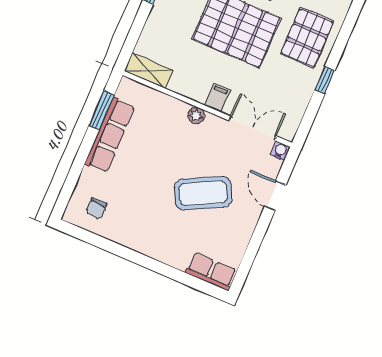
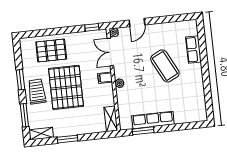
window: (325, 80) -> (92, 27), moved
coffee table: (203, 193) -> (165, 66), moved
chair: (96, 208) -> (192, 106), removed
row of seats: (211, 271) -> (193, 50), moved

